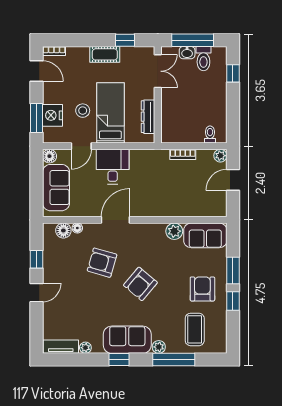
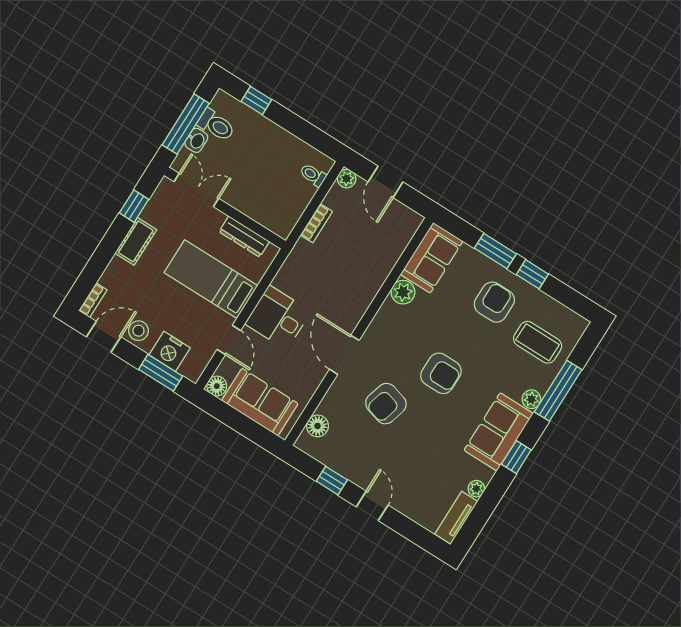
stool: (83, 111) -> (138, 331), moved
floor lamp: (77, 228) -> (325, 407), removed
armchair: (140, 284) -> (441, 373), turned -40
armchair: (202, 289) -> (494, 302), turned 90

